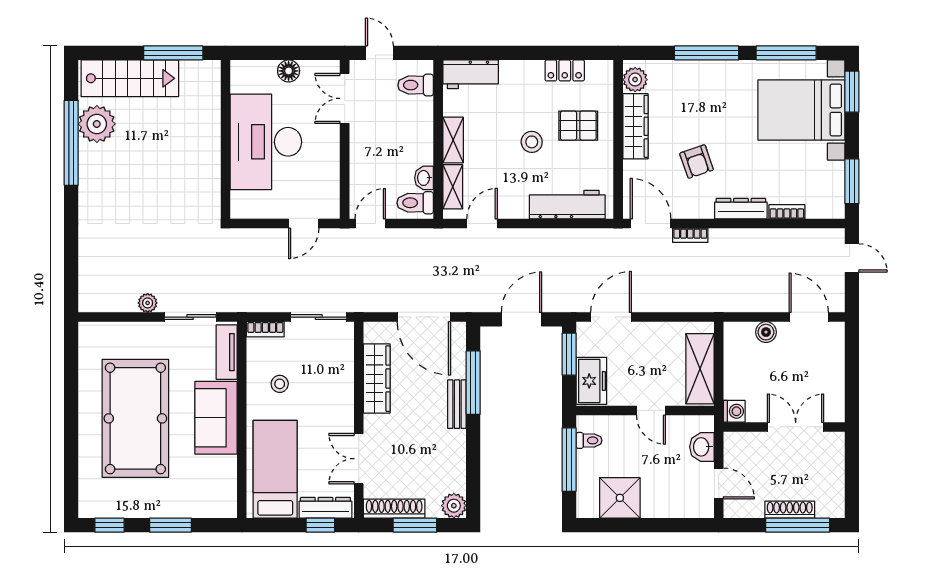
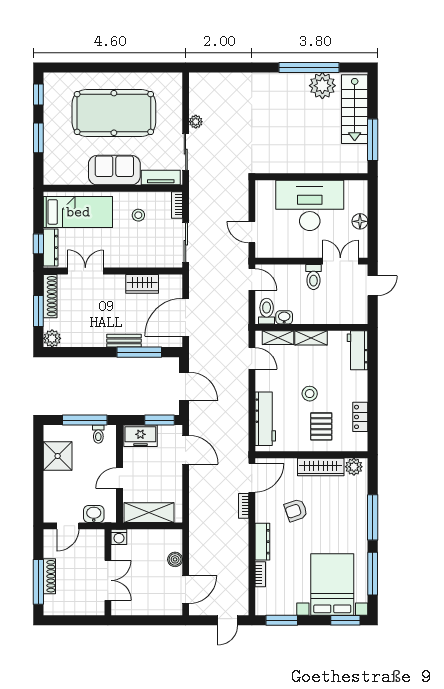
toilet: (416, 85) -> (313, 277), moved, turned 180
wardrobe: (377, 379) -> (142, 284), width x0.67

